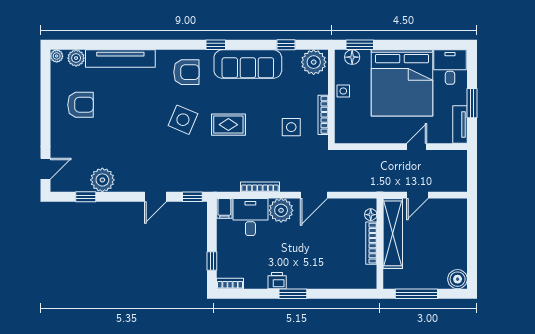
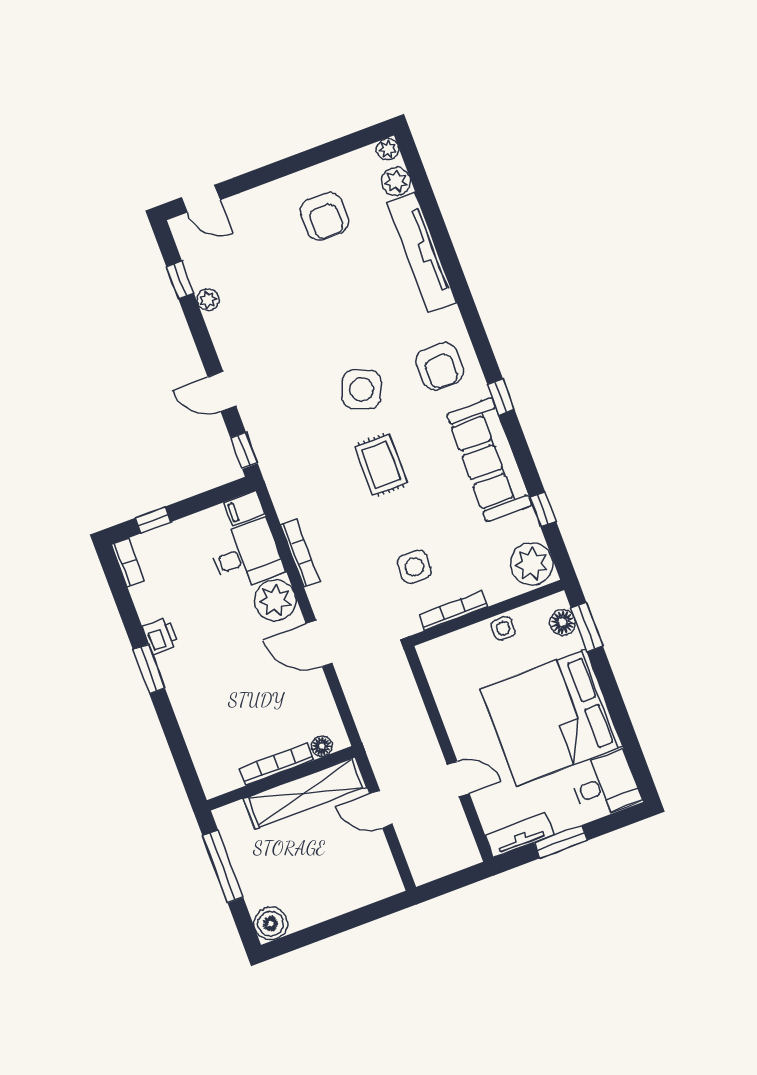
plant: (102, 180) -> (208, 300), width x0.53, depth x0.53

